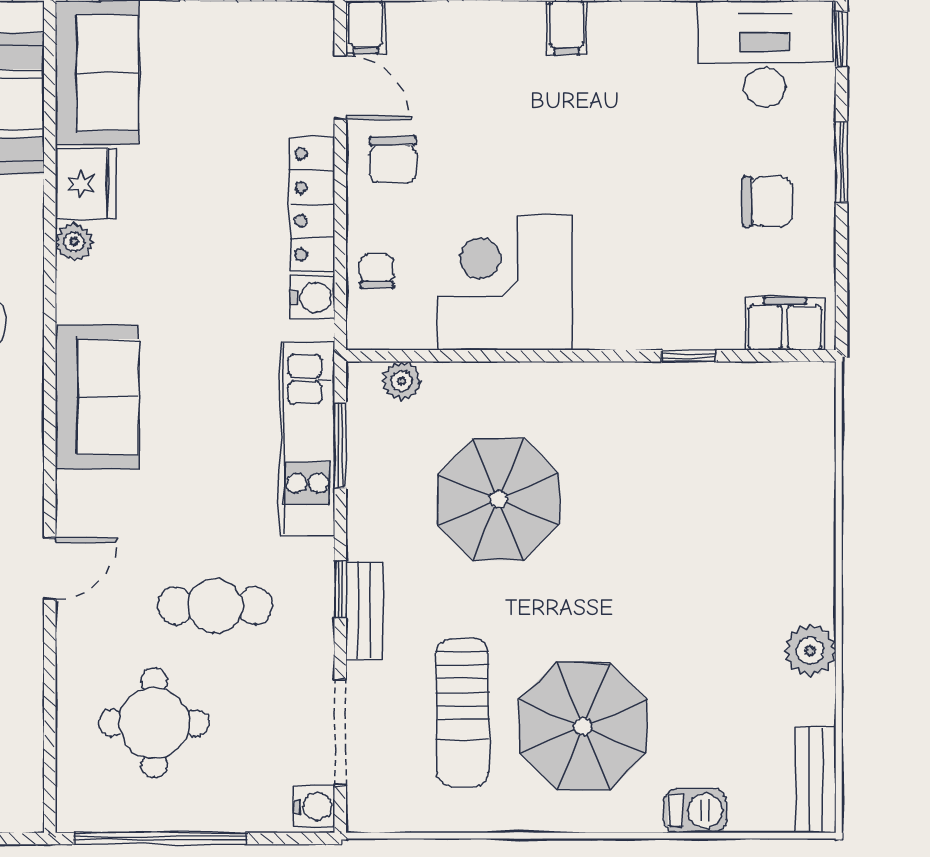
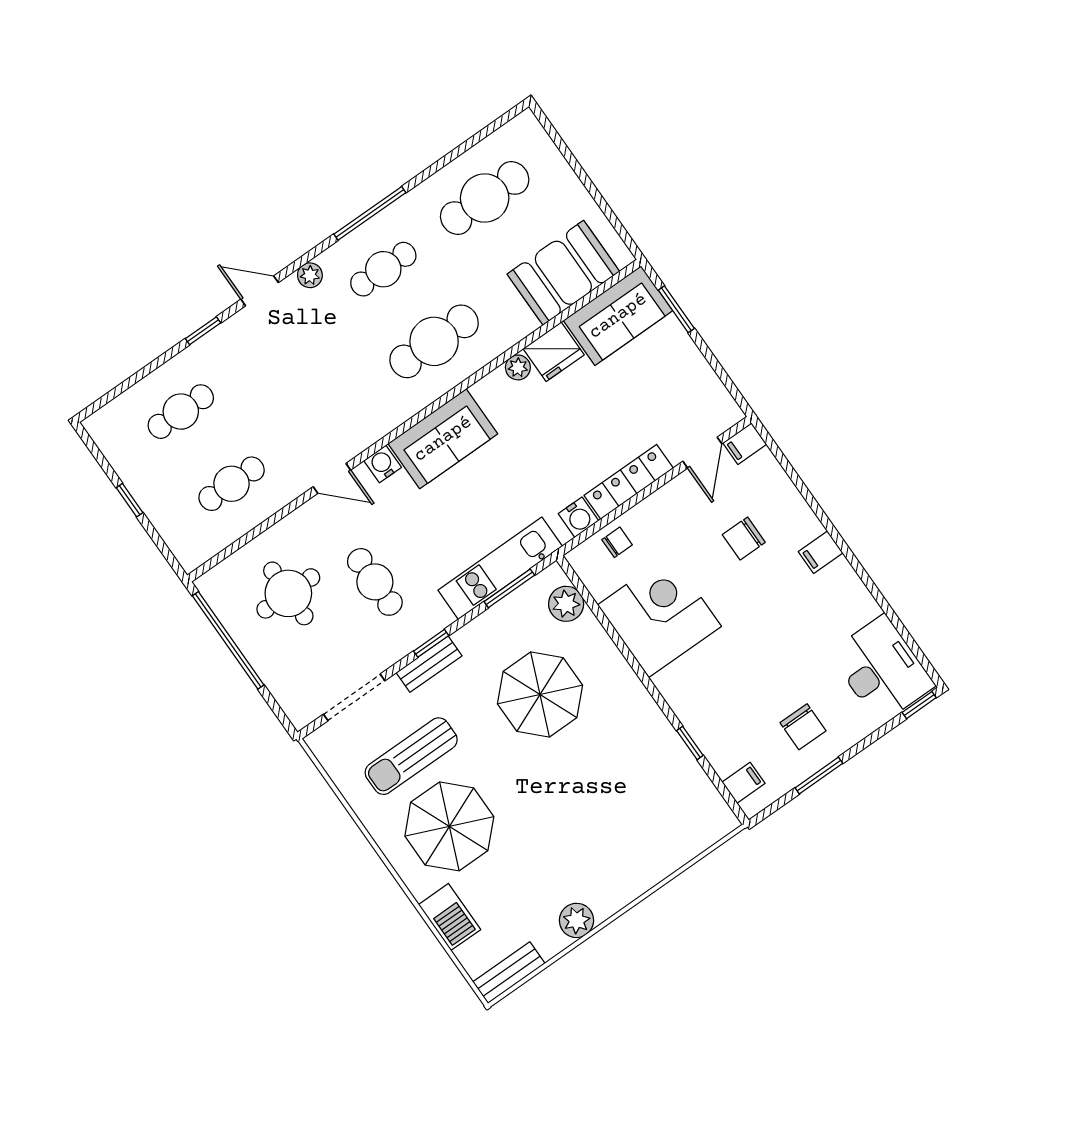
chair: (393, 159) -> (744, 538), moved
window: (842, 162) -> (819, 776), moved
filing cabinet: (785, 324) -> (744, 783), width x0.50
plant: (402, 381) -> (566, 604), width x1.38, depth x1.38
water cooler: (314, 806) -> (383, 464), moved, turned 180
barbecue: (695, 811) -> (450, 917), width x1.38, depth x1.27

